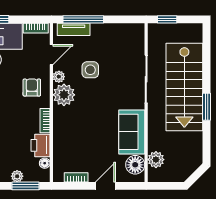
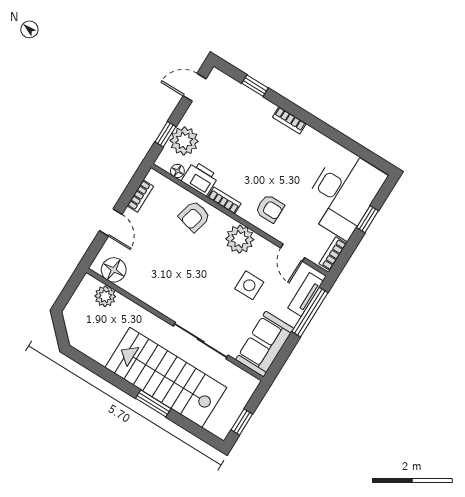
window: (167, 19) -> (242, 422), moved
plant: (59, 77) -> (263, 246), removed
window: (206, 107) -> (153, 403), moved
sofa: (132, 132) -> (265, 344), moved, turned -90
armchair: (67, 134) -> (194, 216), added
plant: (17, 176) -> (184, 141), width x1.87, depth x1.87
window: (25, 186) -> (165, 134), width x0.67

